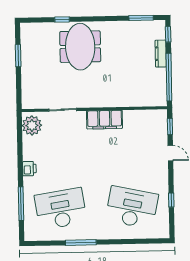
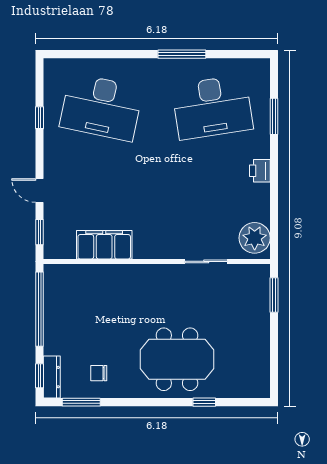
chair: (130, 37) -> (99, 373), added
meeting table: (80, 47) -> (177, 359), turned 90
dresser: (161, 54) -> (52, 377), moved
window: (18, 56) -> (274, 295), moved
filing cabinet: (105, 120) -> (104, 245), moved
window: (21, 204) -> (274, 116), width x0.69

